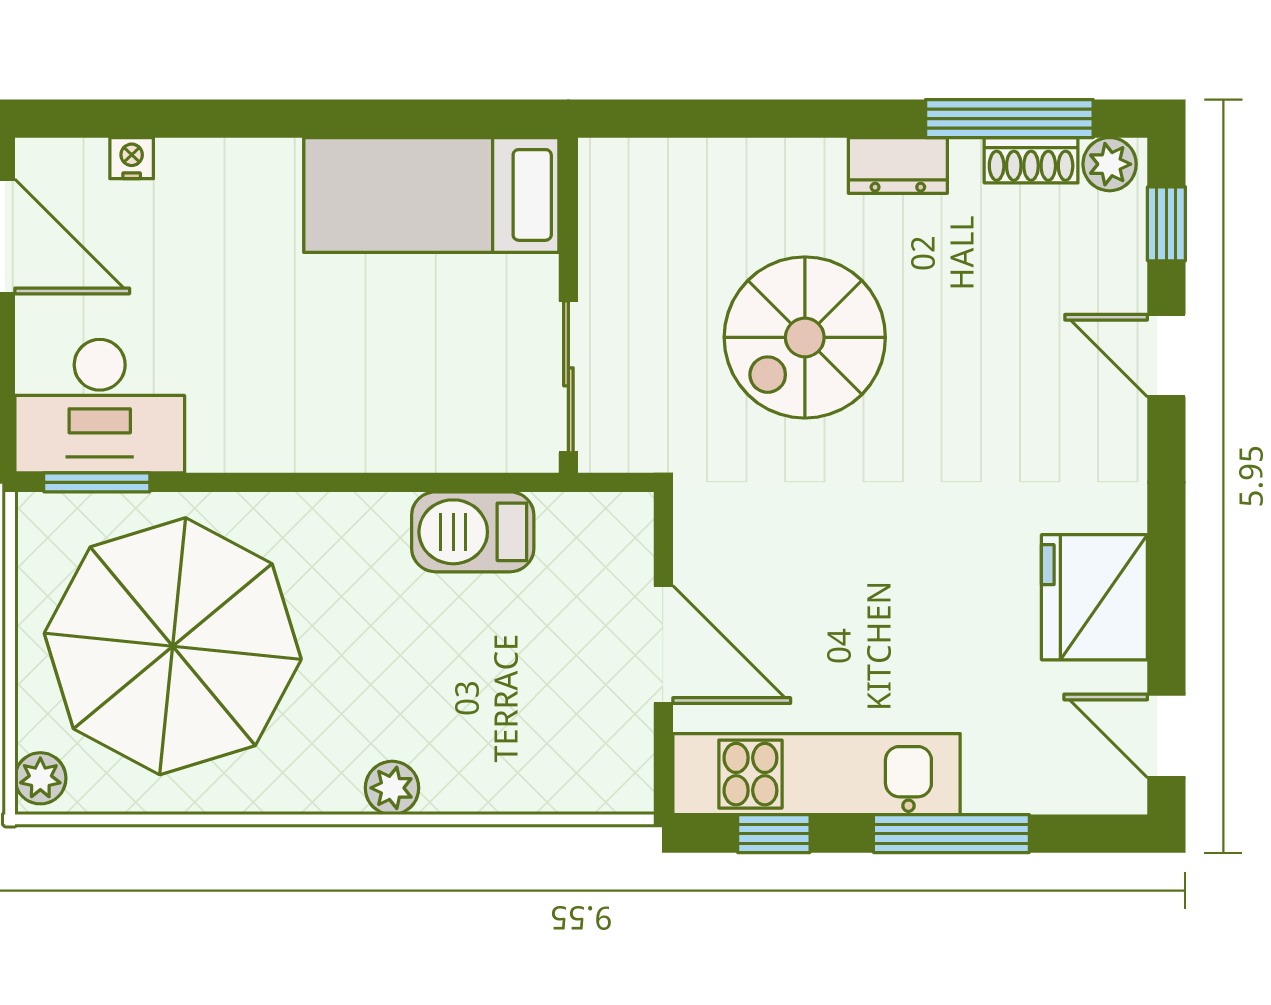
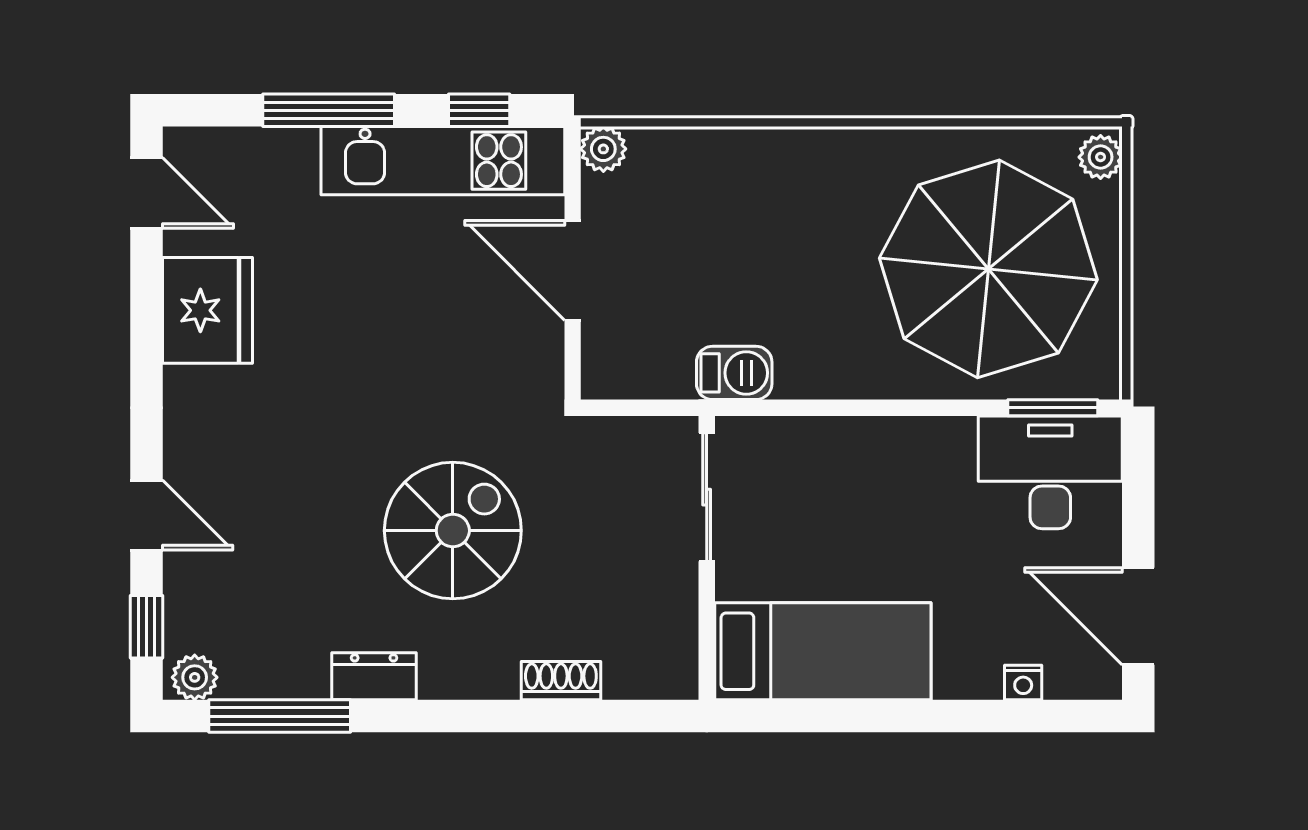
shoe rack: (1031, 160) -> (561, 681), moved
bed: (431, 195) -> (823, 651), moved
wall: (568, 305) -> (707, 558), moved
sliding door: (568, 377) -> (707, 497), moved
barbecue: (473, 532) -> (734, 373), width x0.73, depth x0.79
plant: (392, 788) -> (603, 149), moved

